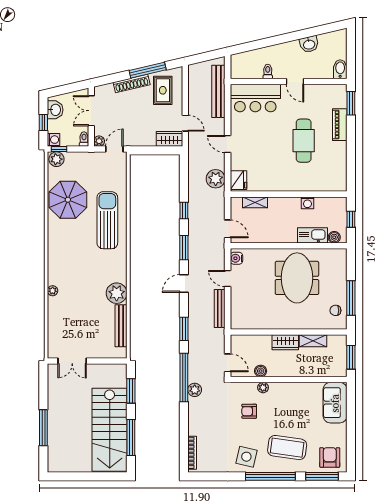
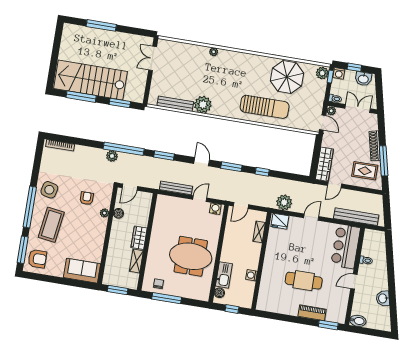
wardrobe: (170, 139) -> (324, 164), width x1.50

